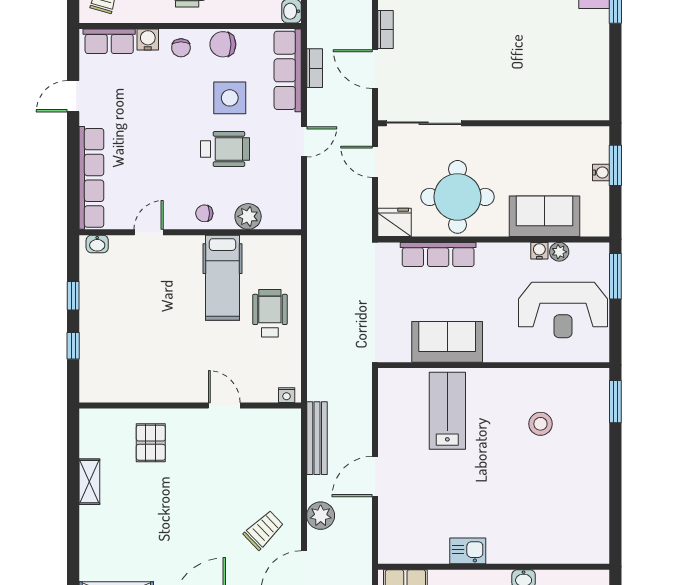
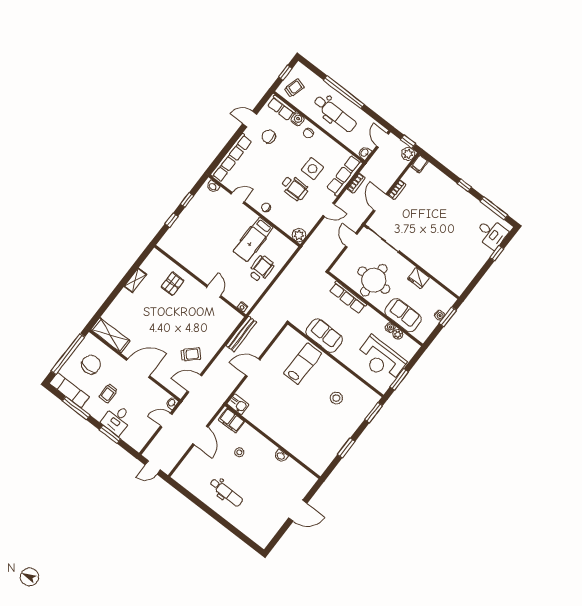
chair: (223, 44) -> (269, 137), moved
plant: (248, 216) -> (299, 235), moved
fridge: (394, 222) -> (418, 278), moved, turned 180
window: (615, 276) -> (399, 379), moved
window: (615, 489) -> (346, 448), added
plant: (321, 516) -> (218, 366), removed
kitchen sink: (468, 551) -> (238, 404), moved

